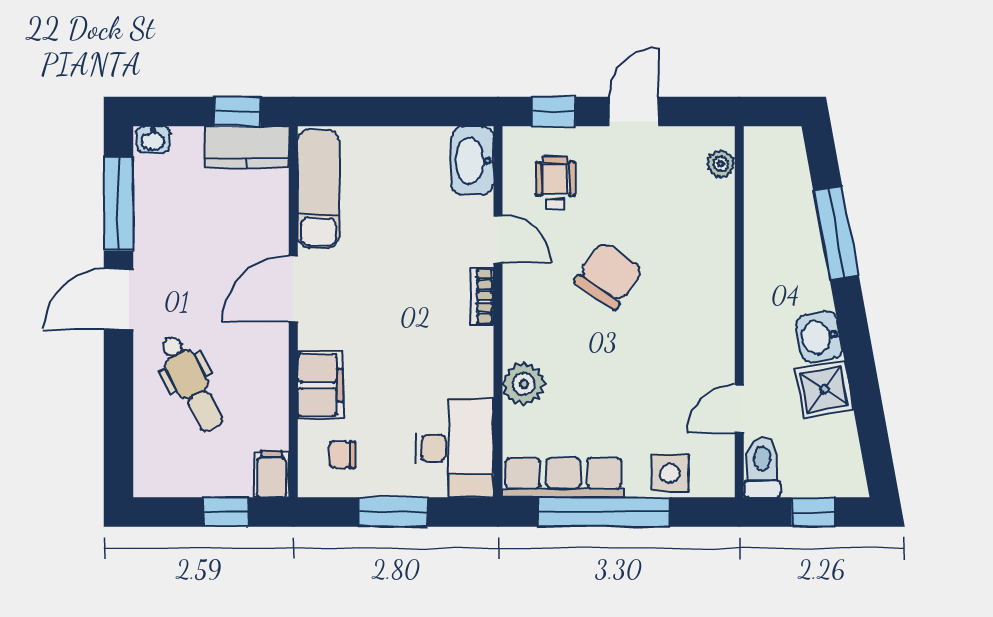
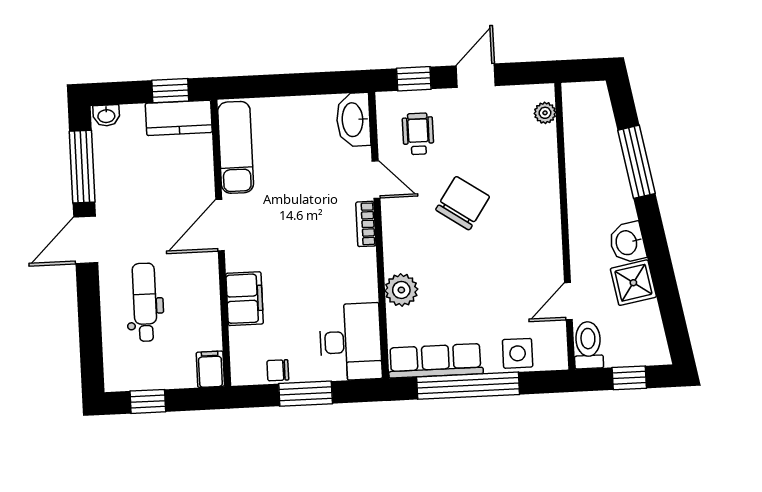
dental chair: (191, 383) -> (145, 302), turned -153
chair: (342, 455) -> (278, 370), moved
window: (226, 512) -> (148, 401), moved

